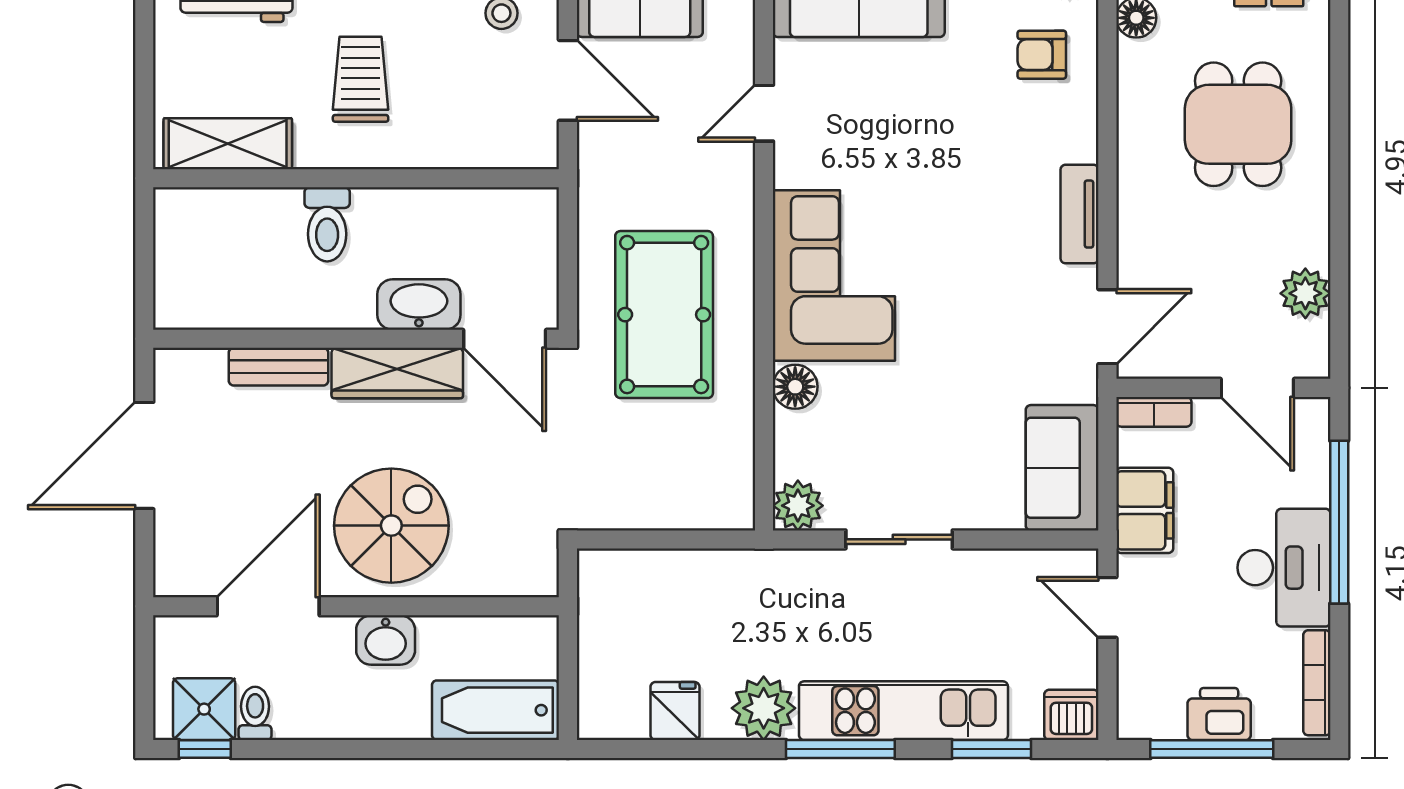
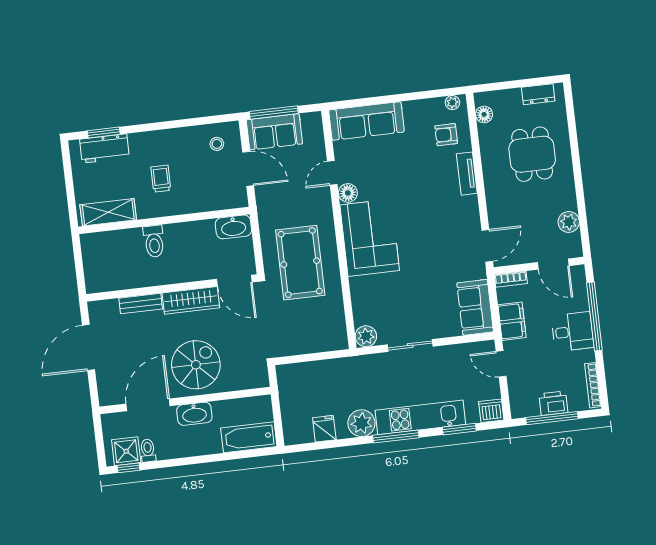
trolley: (361, 79) -> (161, 179), width x0.73, depth x0.72
tv unit: (1080, 214) -> (467, 174), moved
washbasin: (419, 305) -> (233, 227), moved, turned 180
floor lamp: (795, 387) -> (348, 193), moved
desk: (1284, 568) -> (573, 332), width x0.73
washbasin: (386, 640) -> (194, 414), width x1.38

